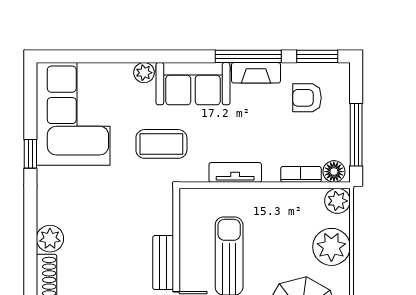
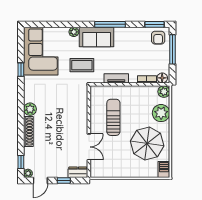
window: (248, 56) -> (110, 24), moved
fireplace: (256, 73) -> (126, 32), removed
armchair: (307, 98) -> (158, 38), moved, turned -90
window: (356, 135) -> (173, 49), moved
bench: (163, 263) -> (83, 120), removed

